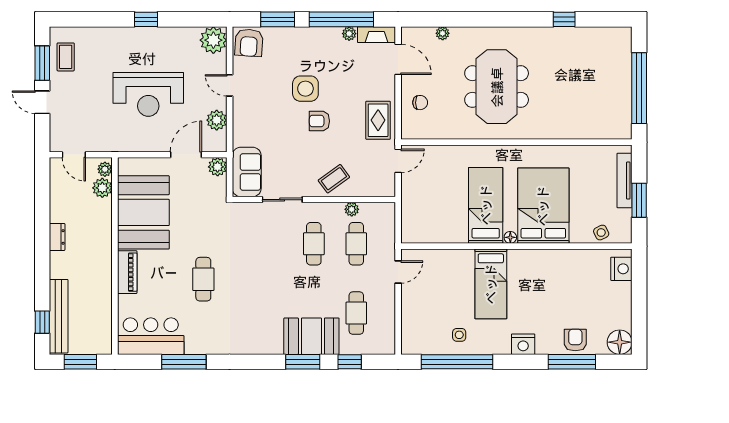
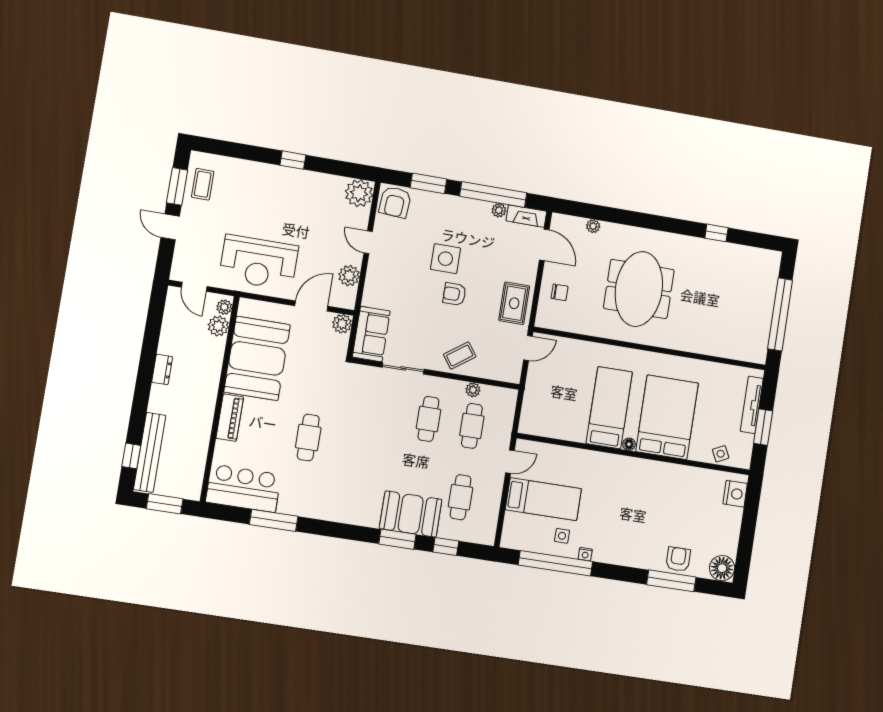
reception desk: (148, 94) -> (259, 262), moved
bed: (491, 284) -> (543, 499), moved, turned -90
nightstand: (523, 344) -> (585, 554), moved, width x0.53, depth x0.56

